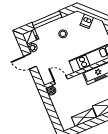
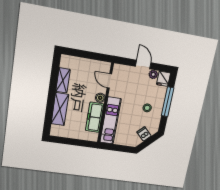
door: (30, 61) -> (143, 65), hinge flipped
door: (61, 80) -> (109, 81), swing flipped
boiler: (51, 91) -> (100, 98), moved

